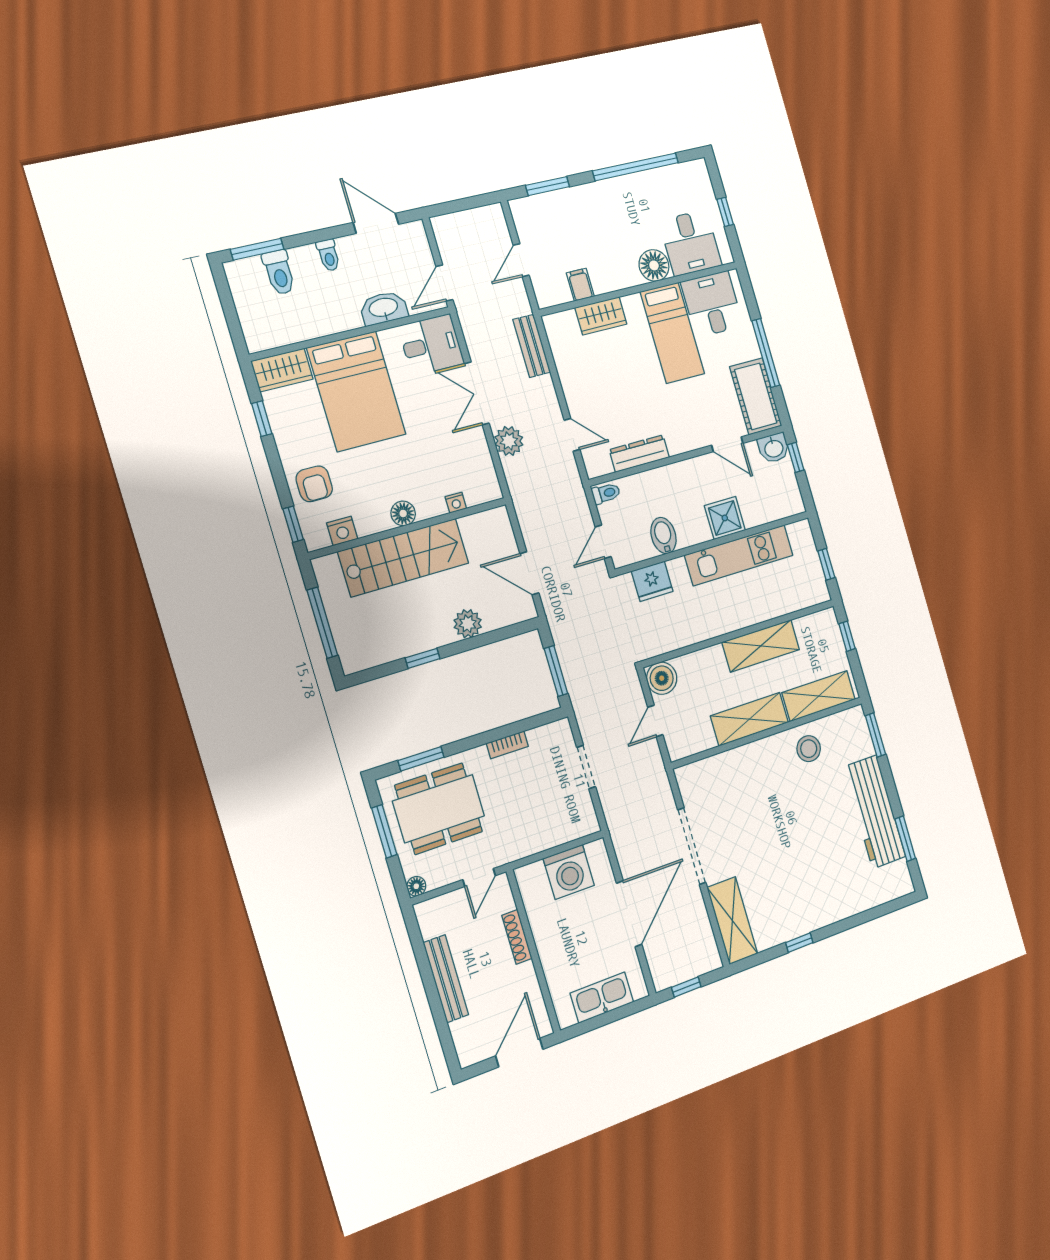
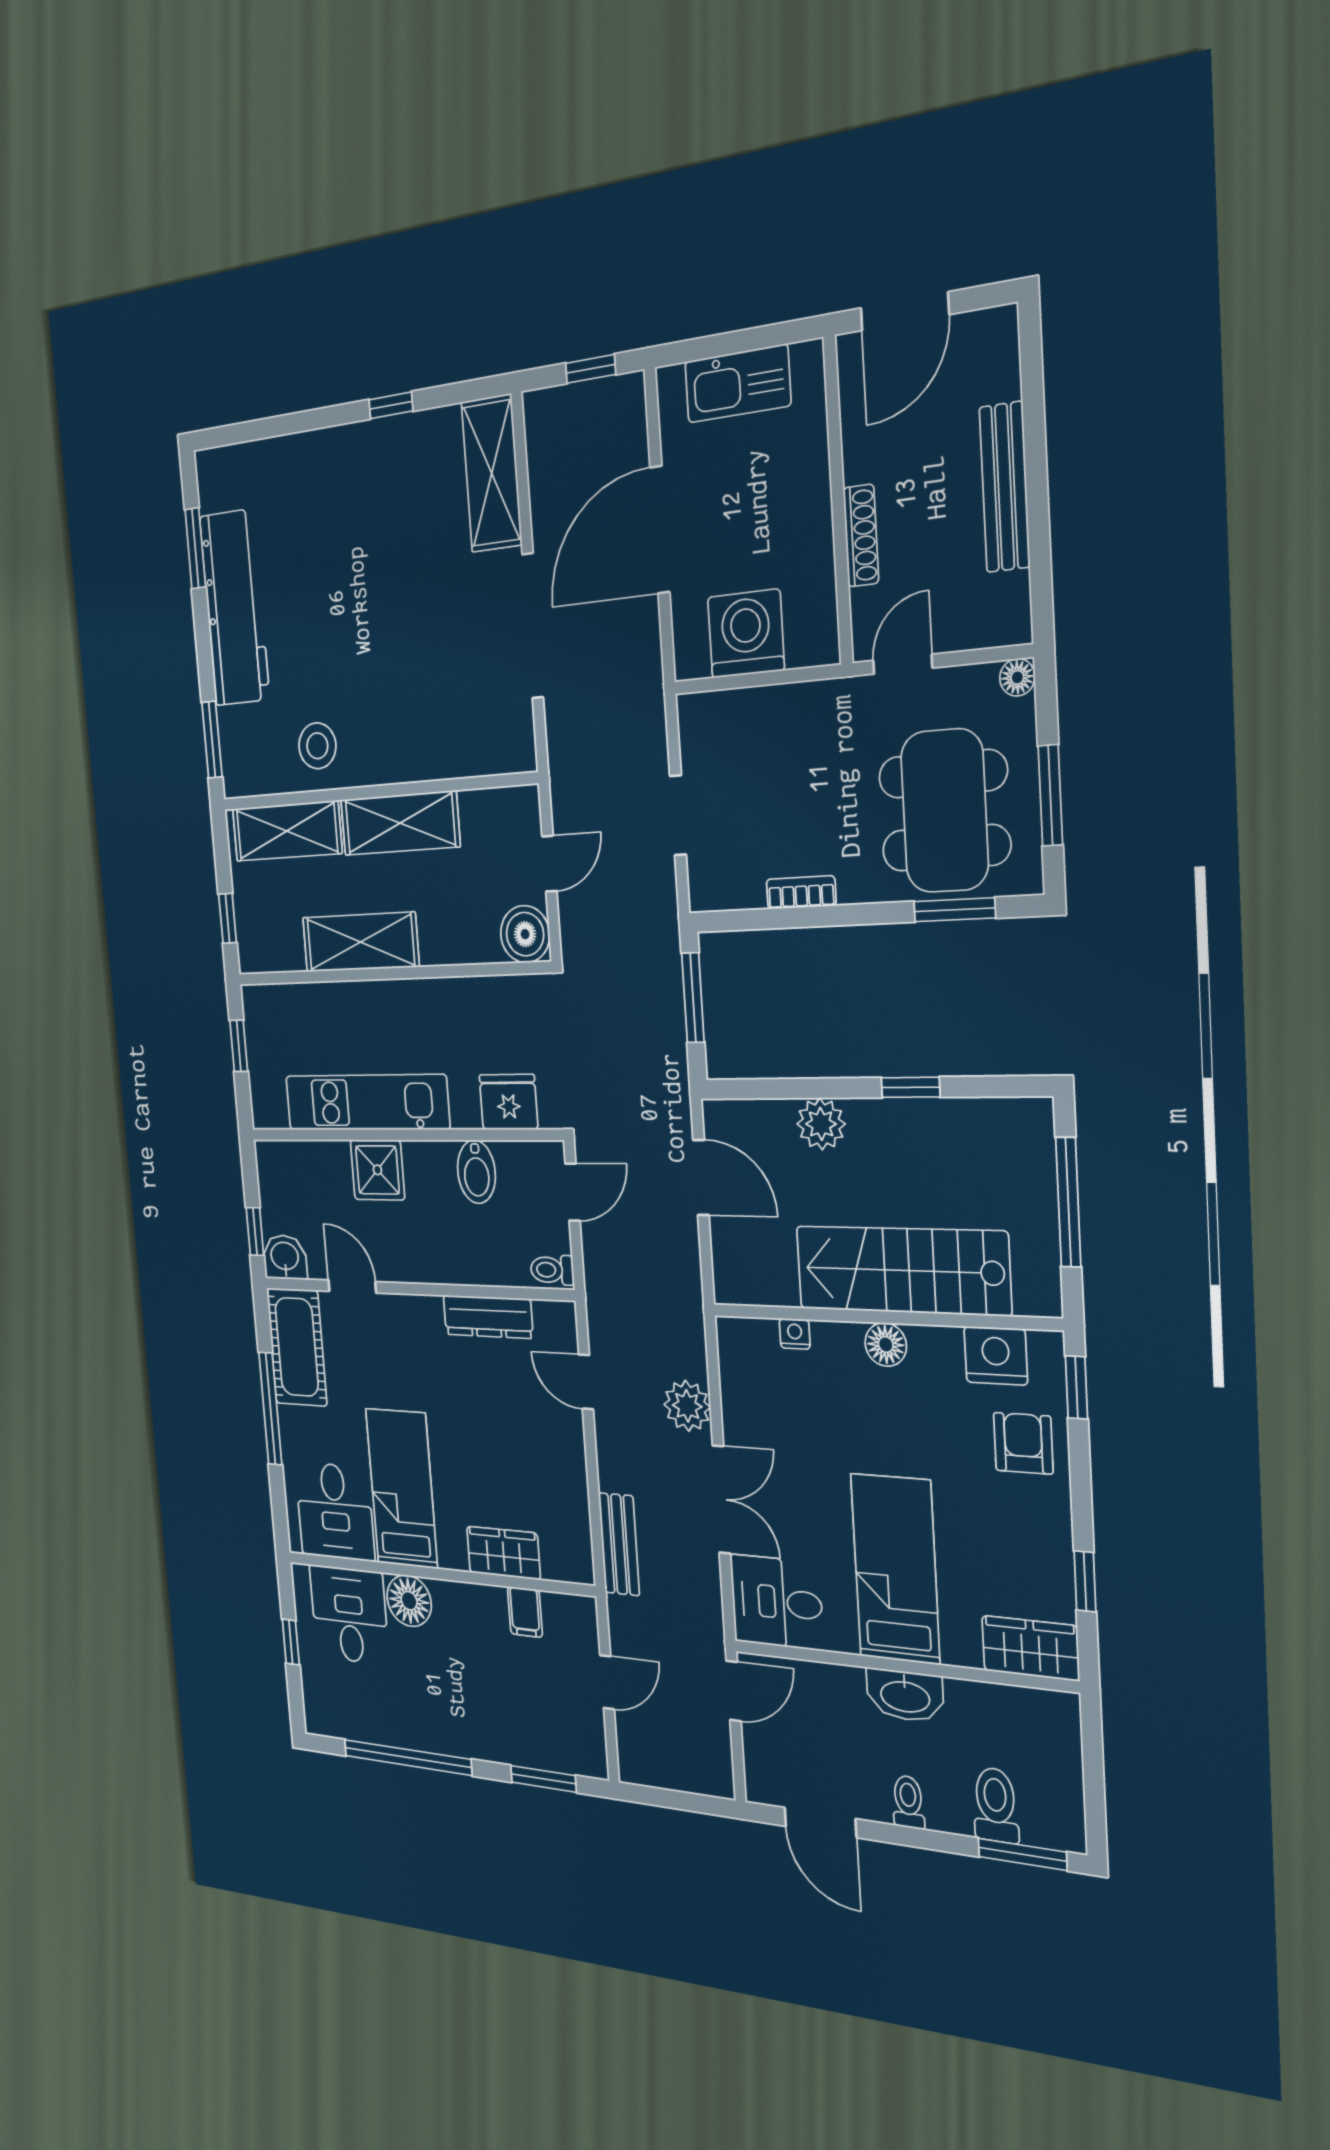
washbasin: (384, 308) -> (905, 1695), moved
bed: (356, 391) -> (895, 1569), width x0.67
nightstand: (342, 531) -> (996, 1356), width x1.36, depth x1.33
dining table: (439, 809) -> (944, 811), turned 90

